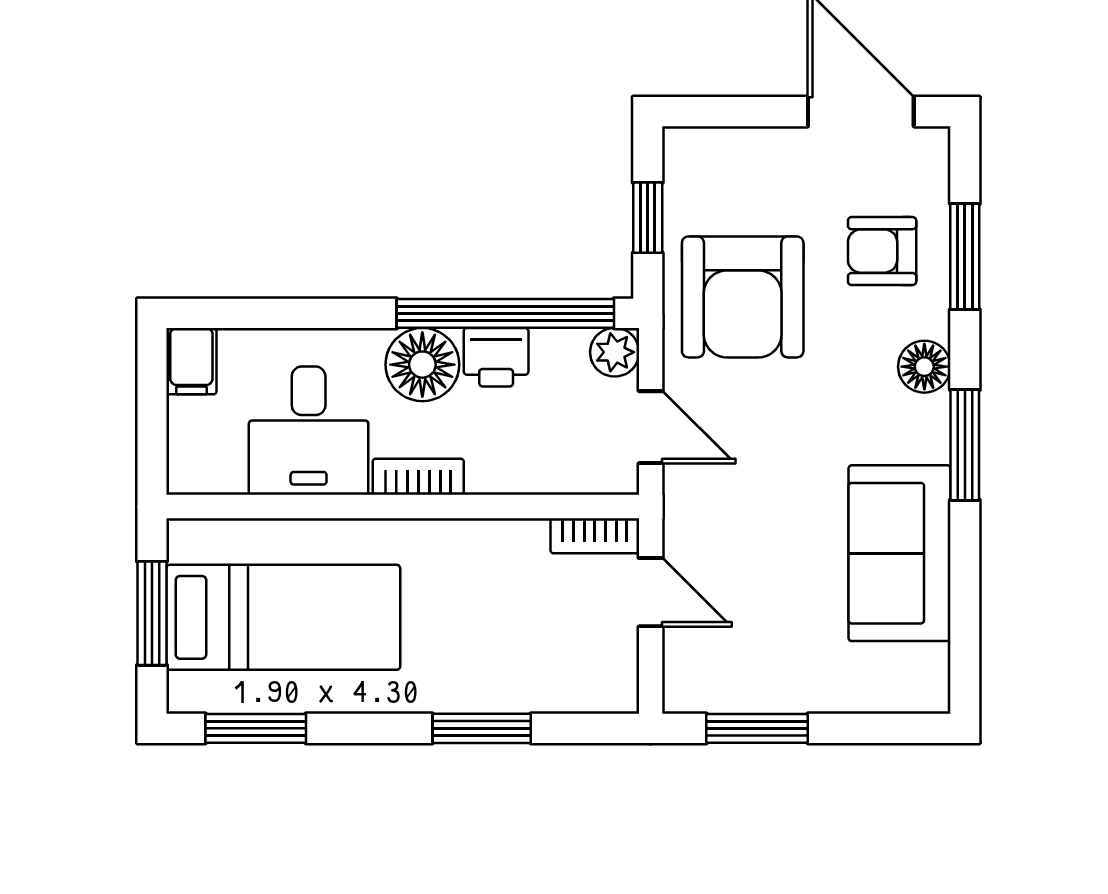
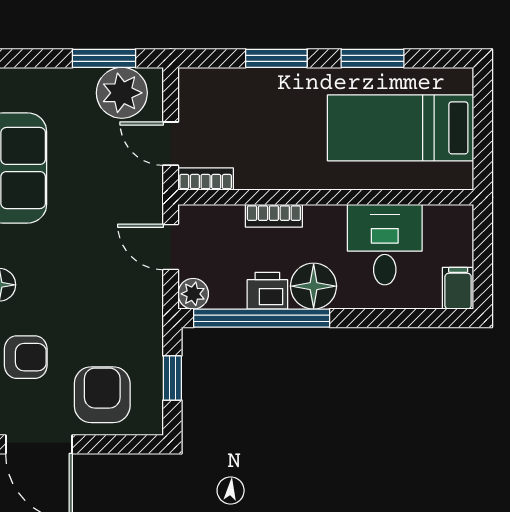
armchair: (743, 297) -> (102, 395), moved, width x0.73, depth x0.73
bookcase: (418, 477) -> (274, 216), moved
window: (152, 613) -> (483, 130), removed
plant: (729, 673) -> (122, 93), added
window: (256, 728) -> (372, 58), moved

